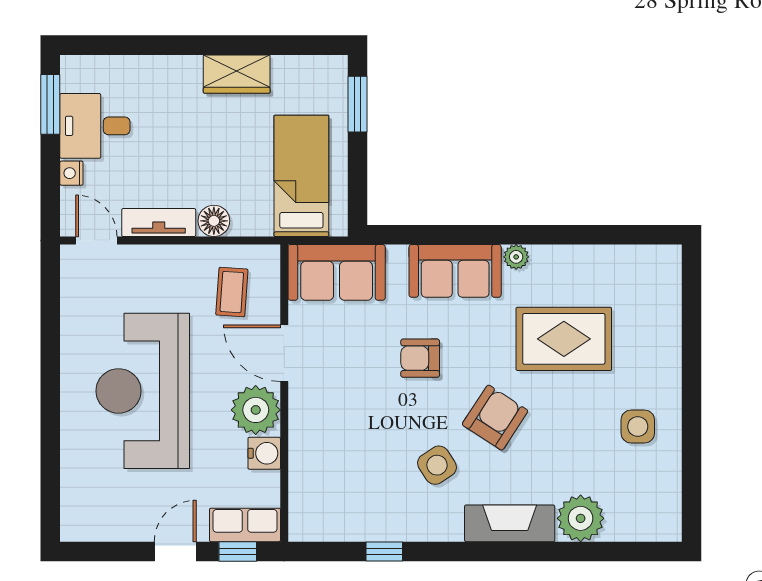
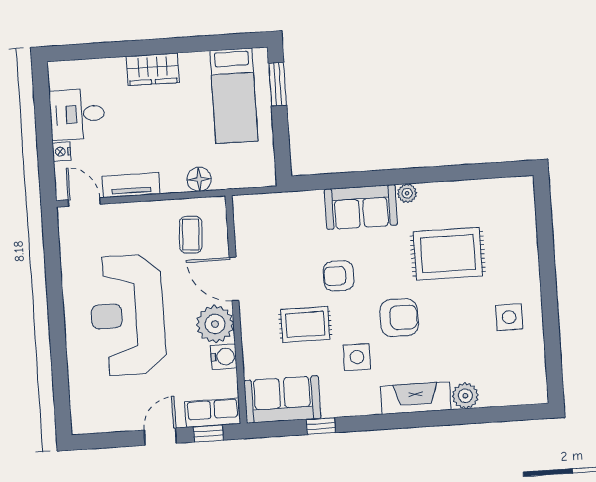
wardrobe: (237, 74) -> (153, 69), moved
window: (50, 104) -> (42, 100), removed
bed: (301, 176) -> (234, 96), moved, turned 180
floor lamp: (214, 221) -> (199, 179), moved
sofa: (337, 272) -> (282, 399), moved, turned 180
rug: (373, 418) -> (305, 324), added
armchair: (495, 418) -> (399, 318), turned 57
side table: (437, 465) -> (357, 357), turned 33
plant: (581, 518) -> (465, 396), width x0.73, depth x0.73

